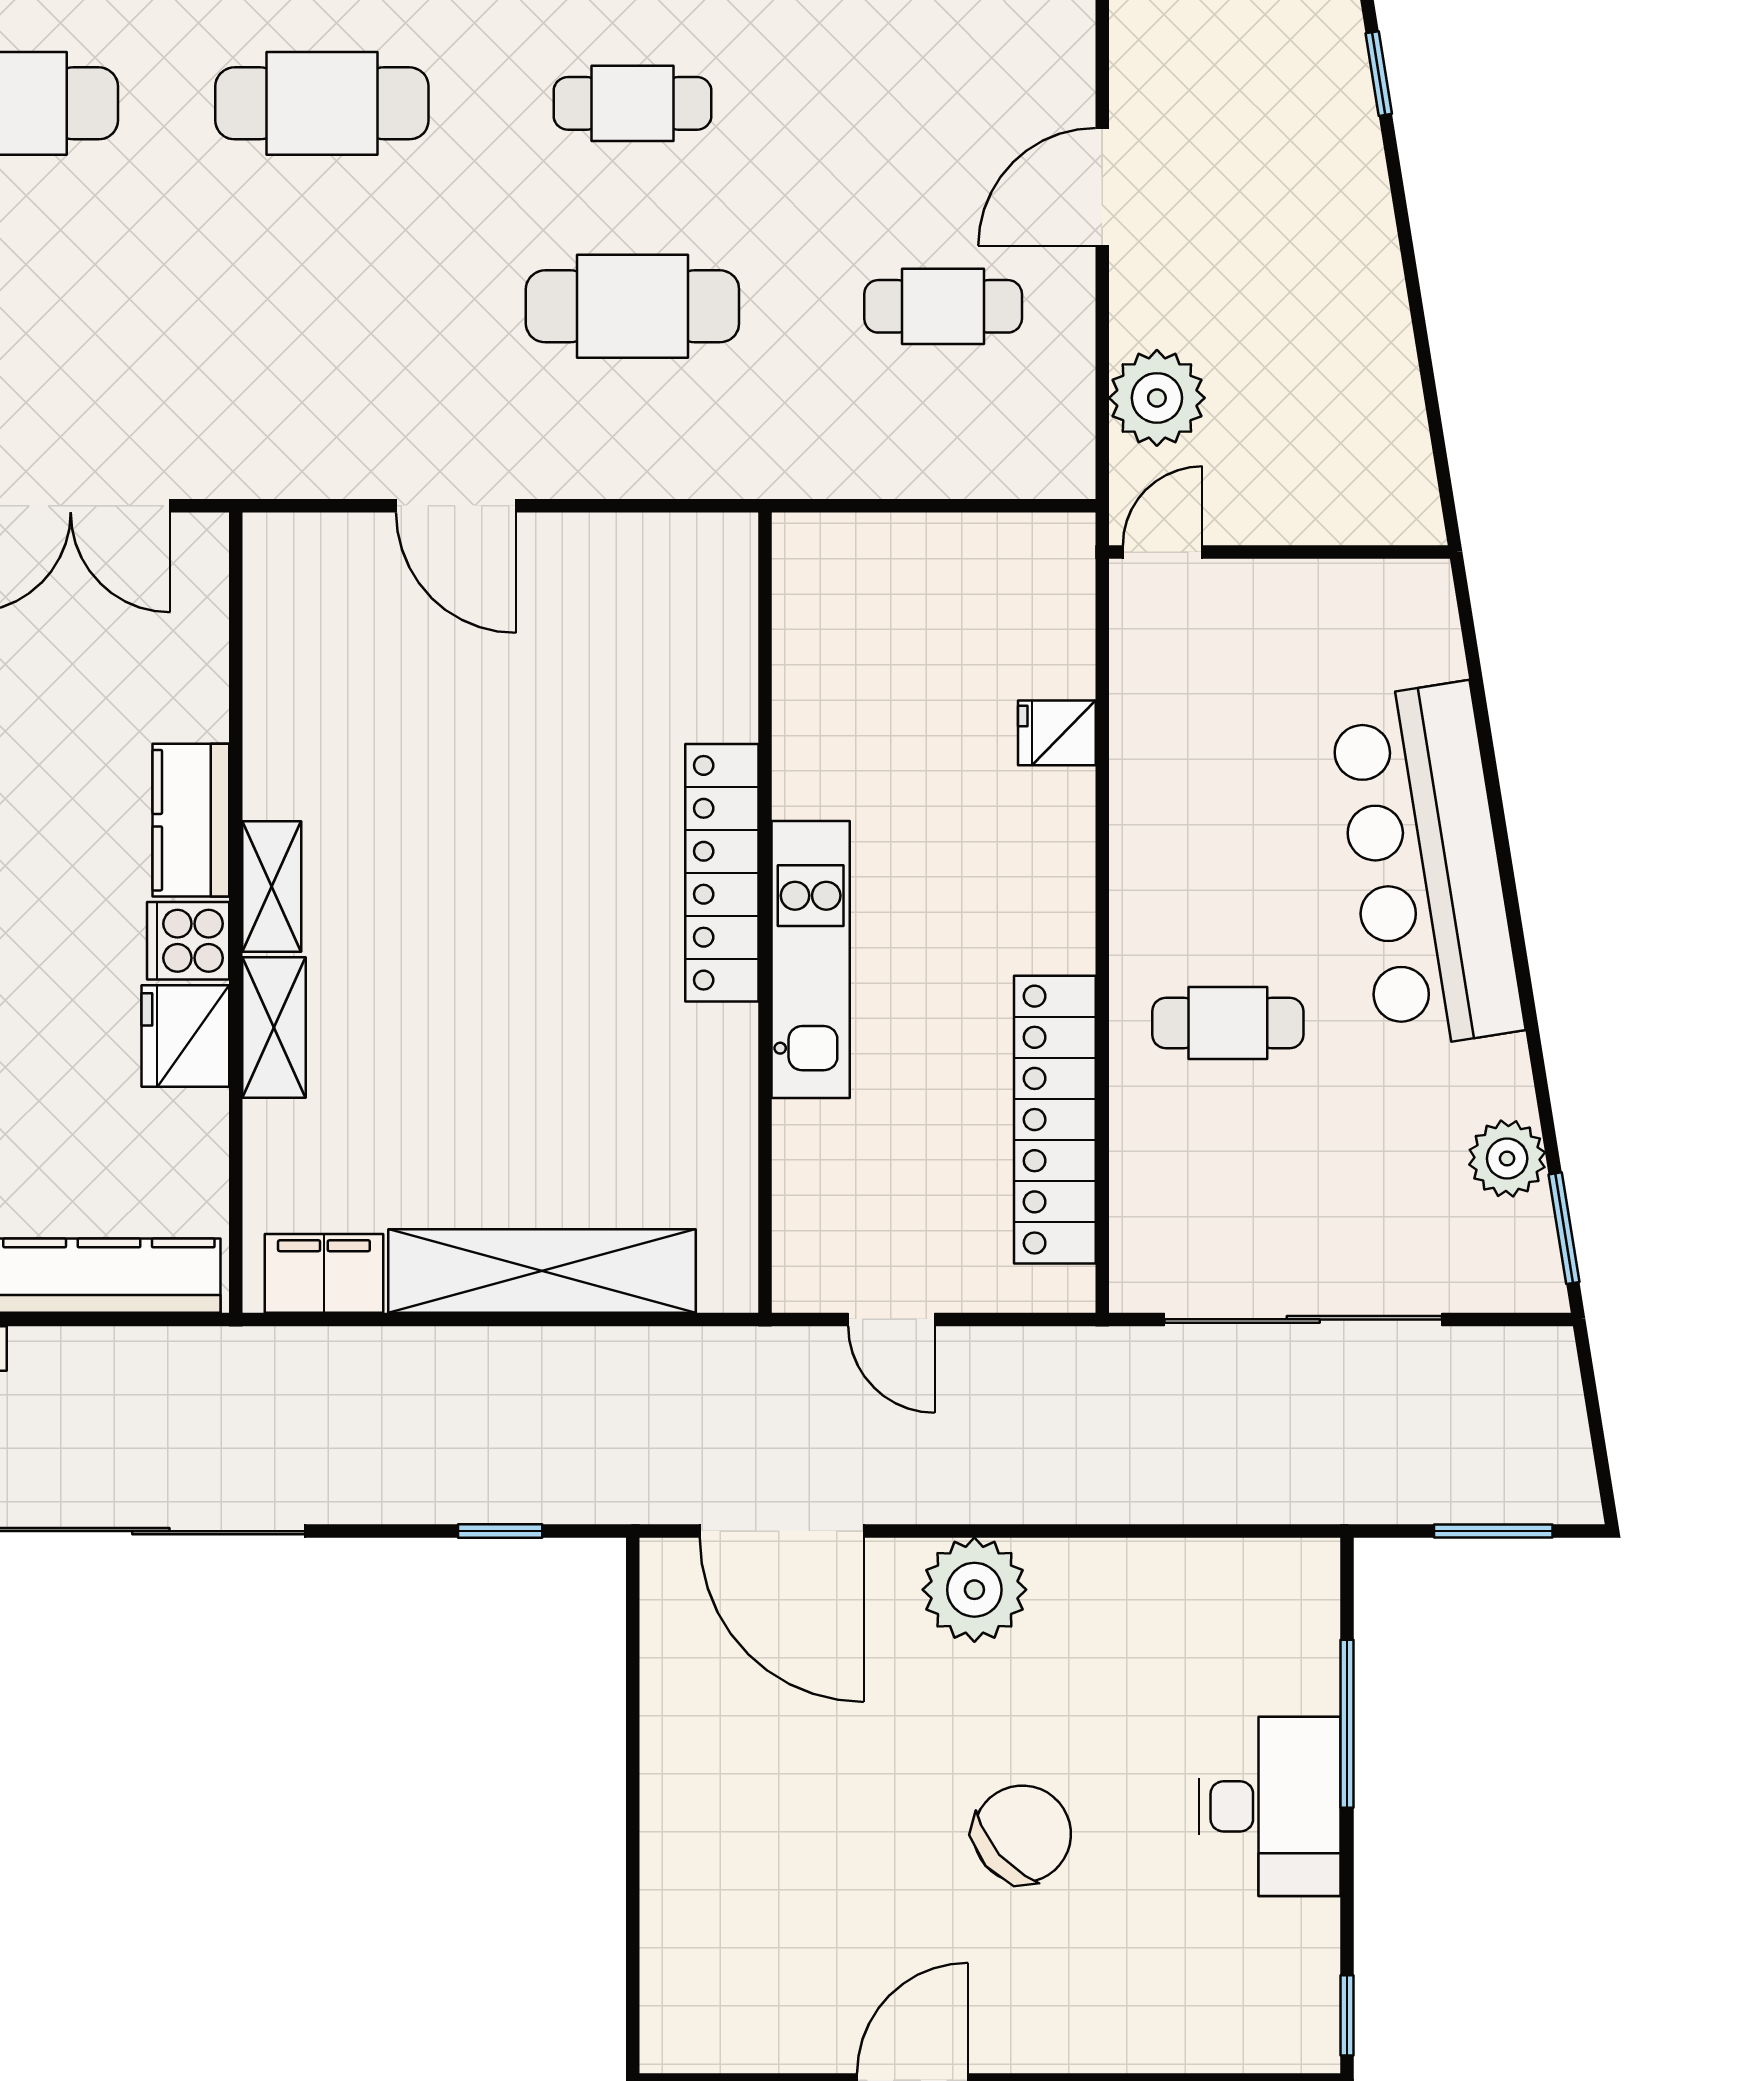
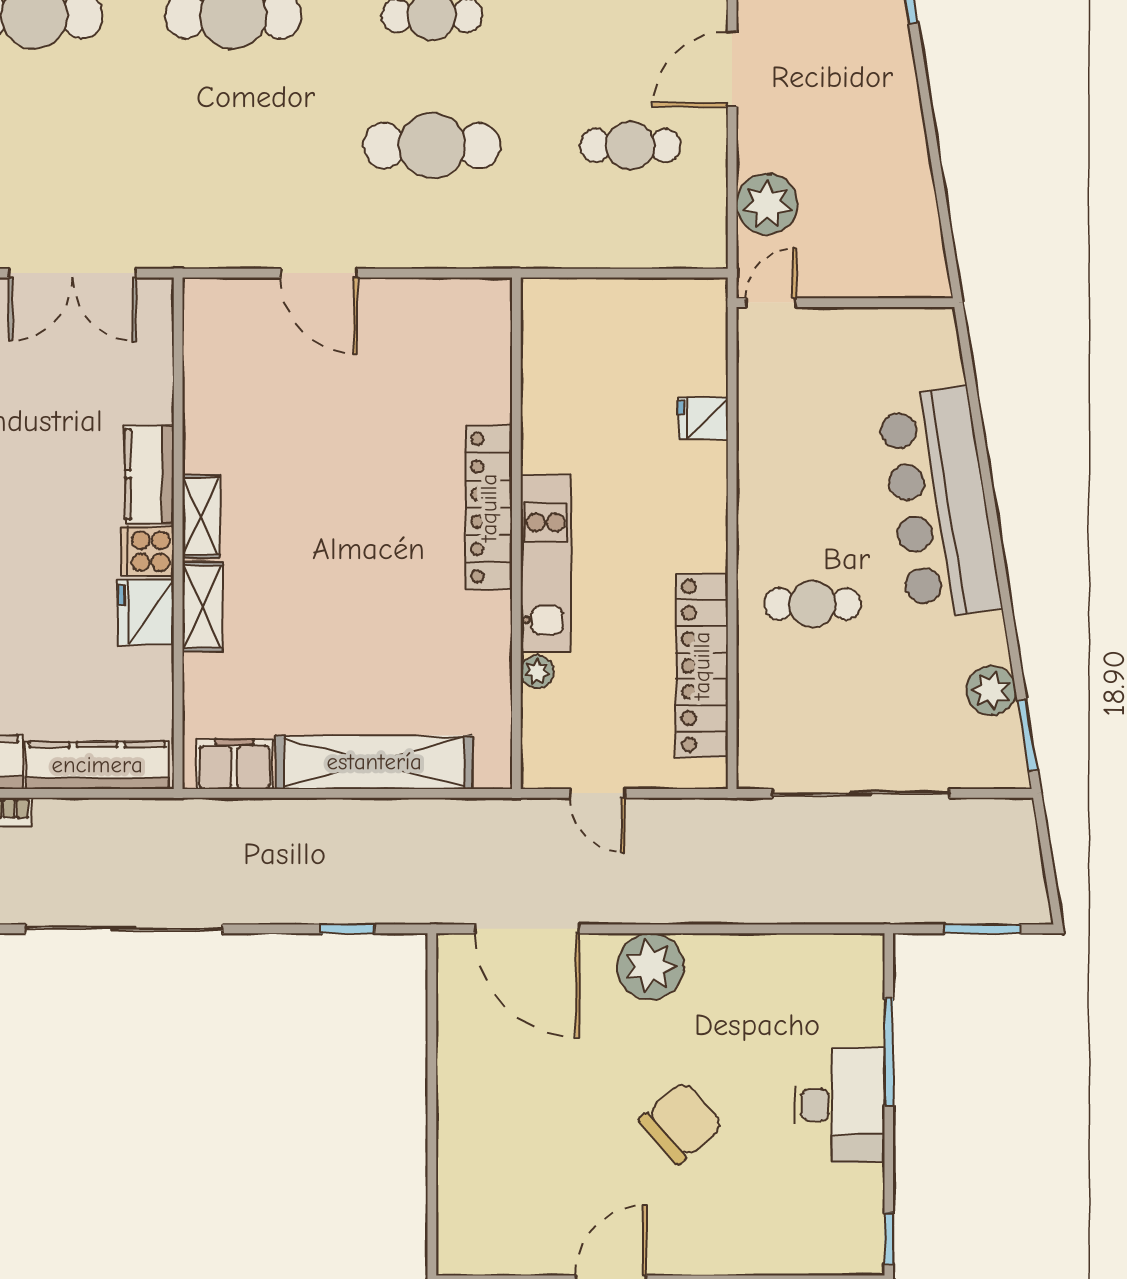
plant: (797, 1129) -> (537, 672), added

